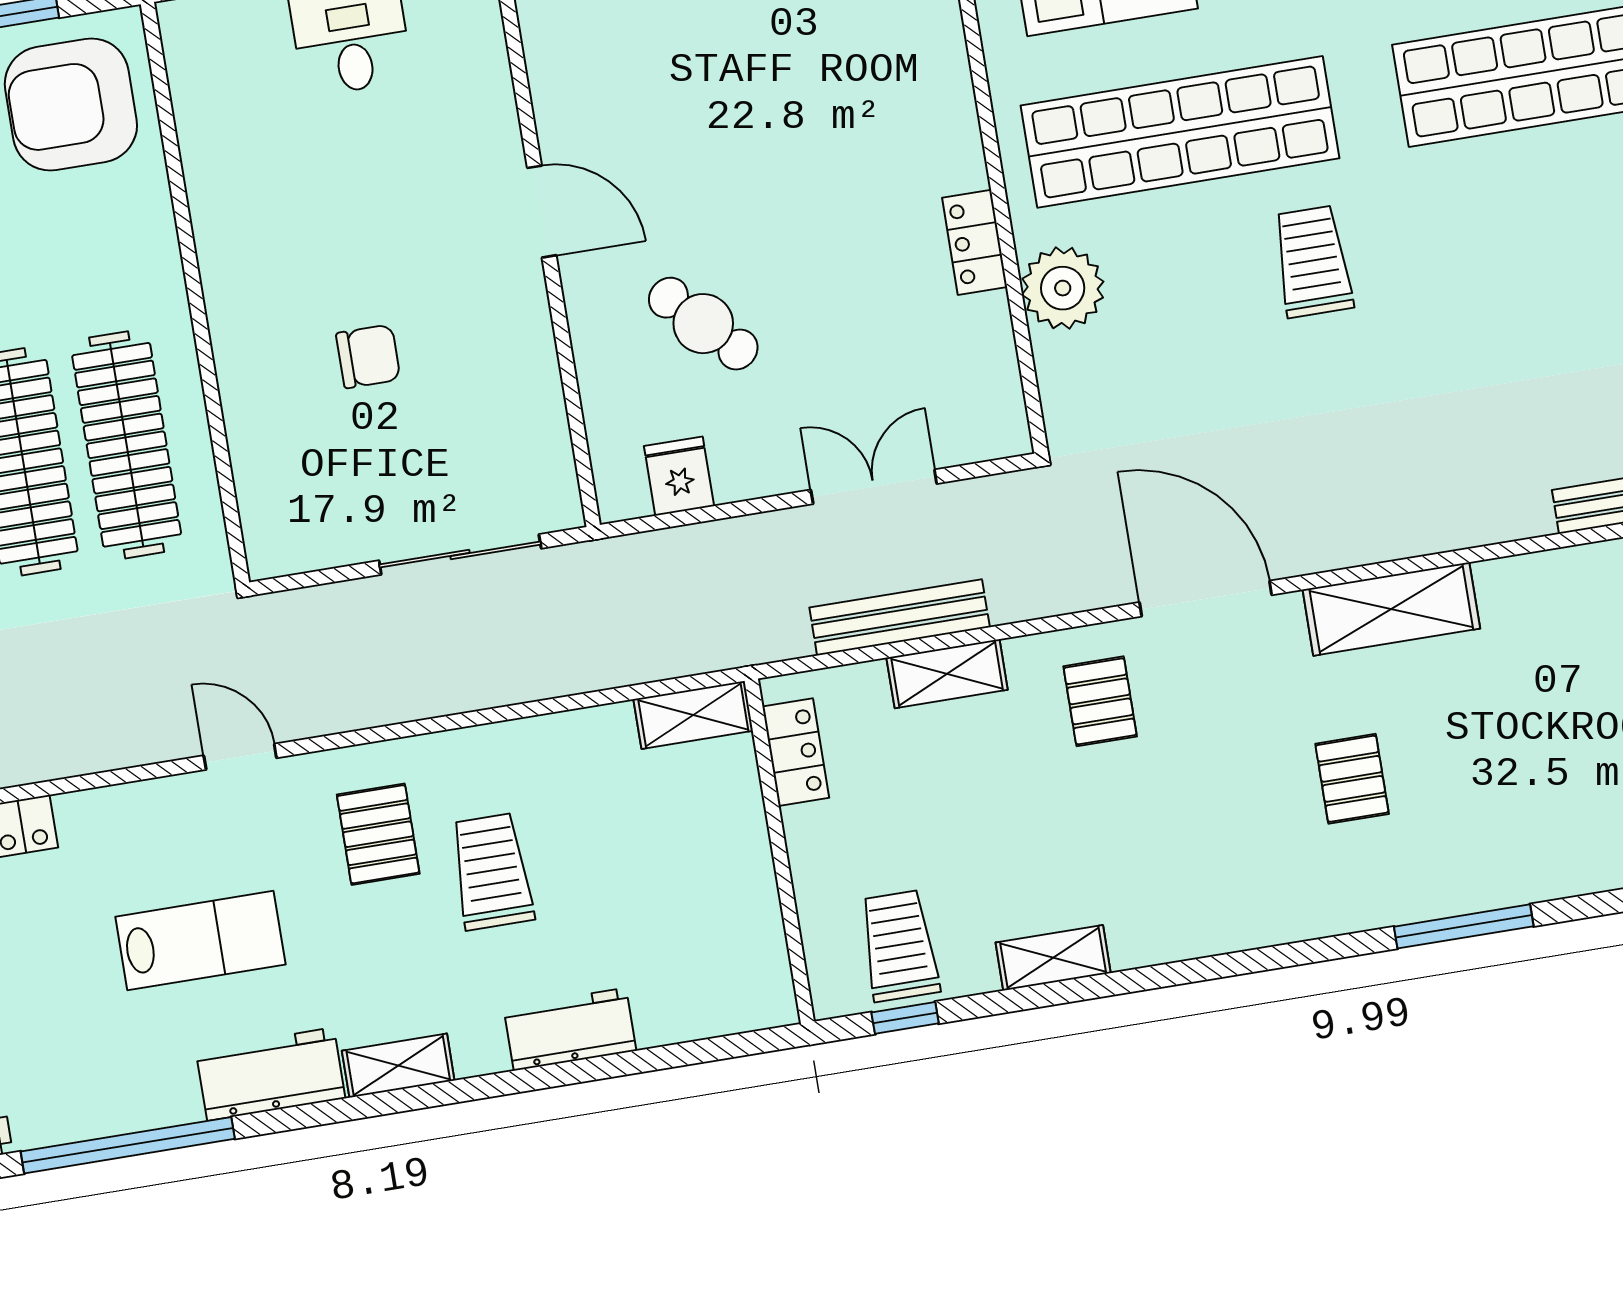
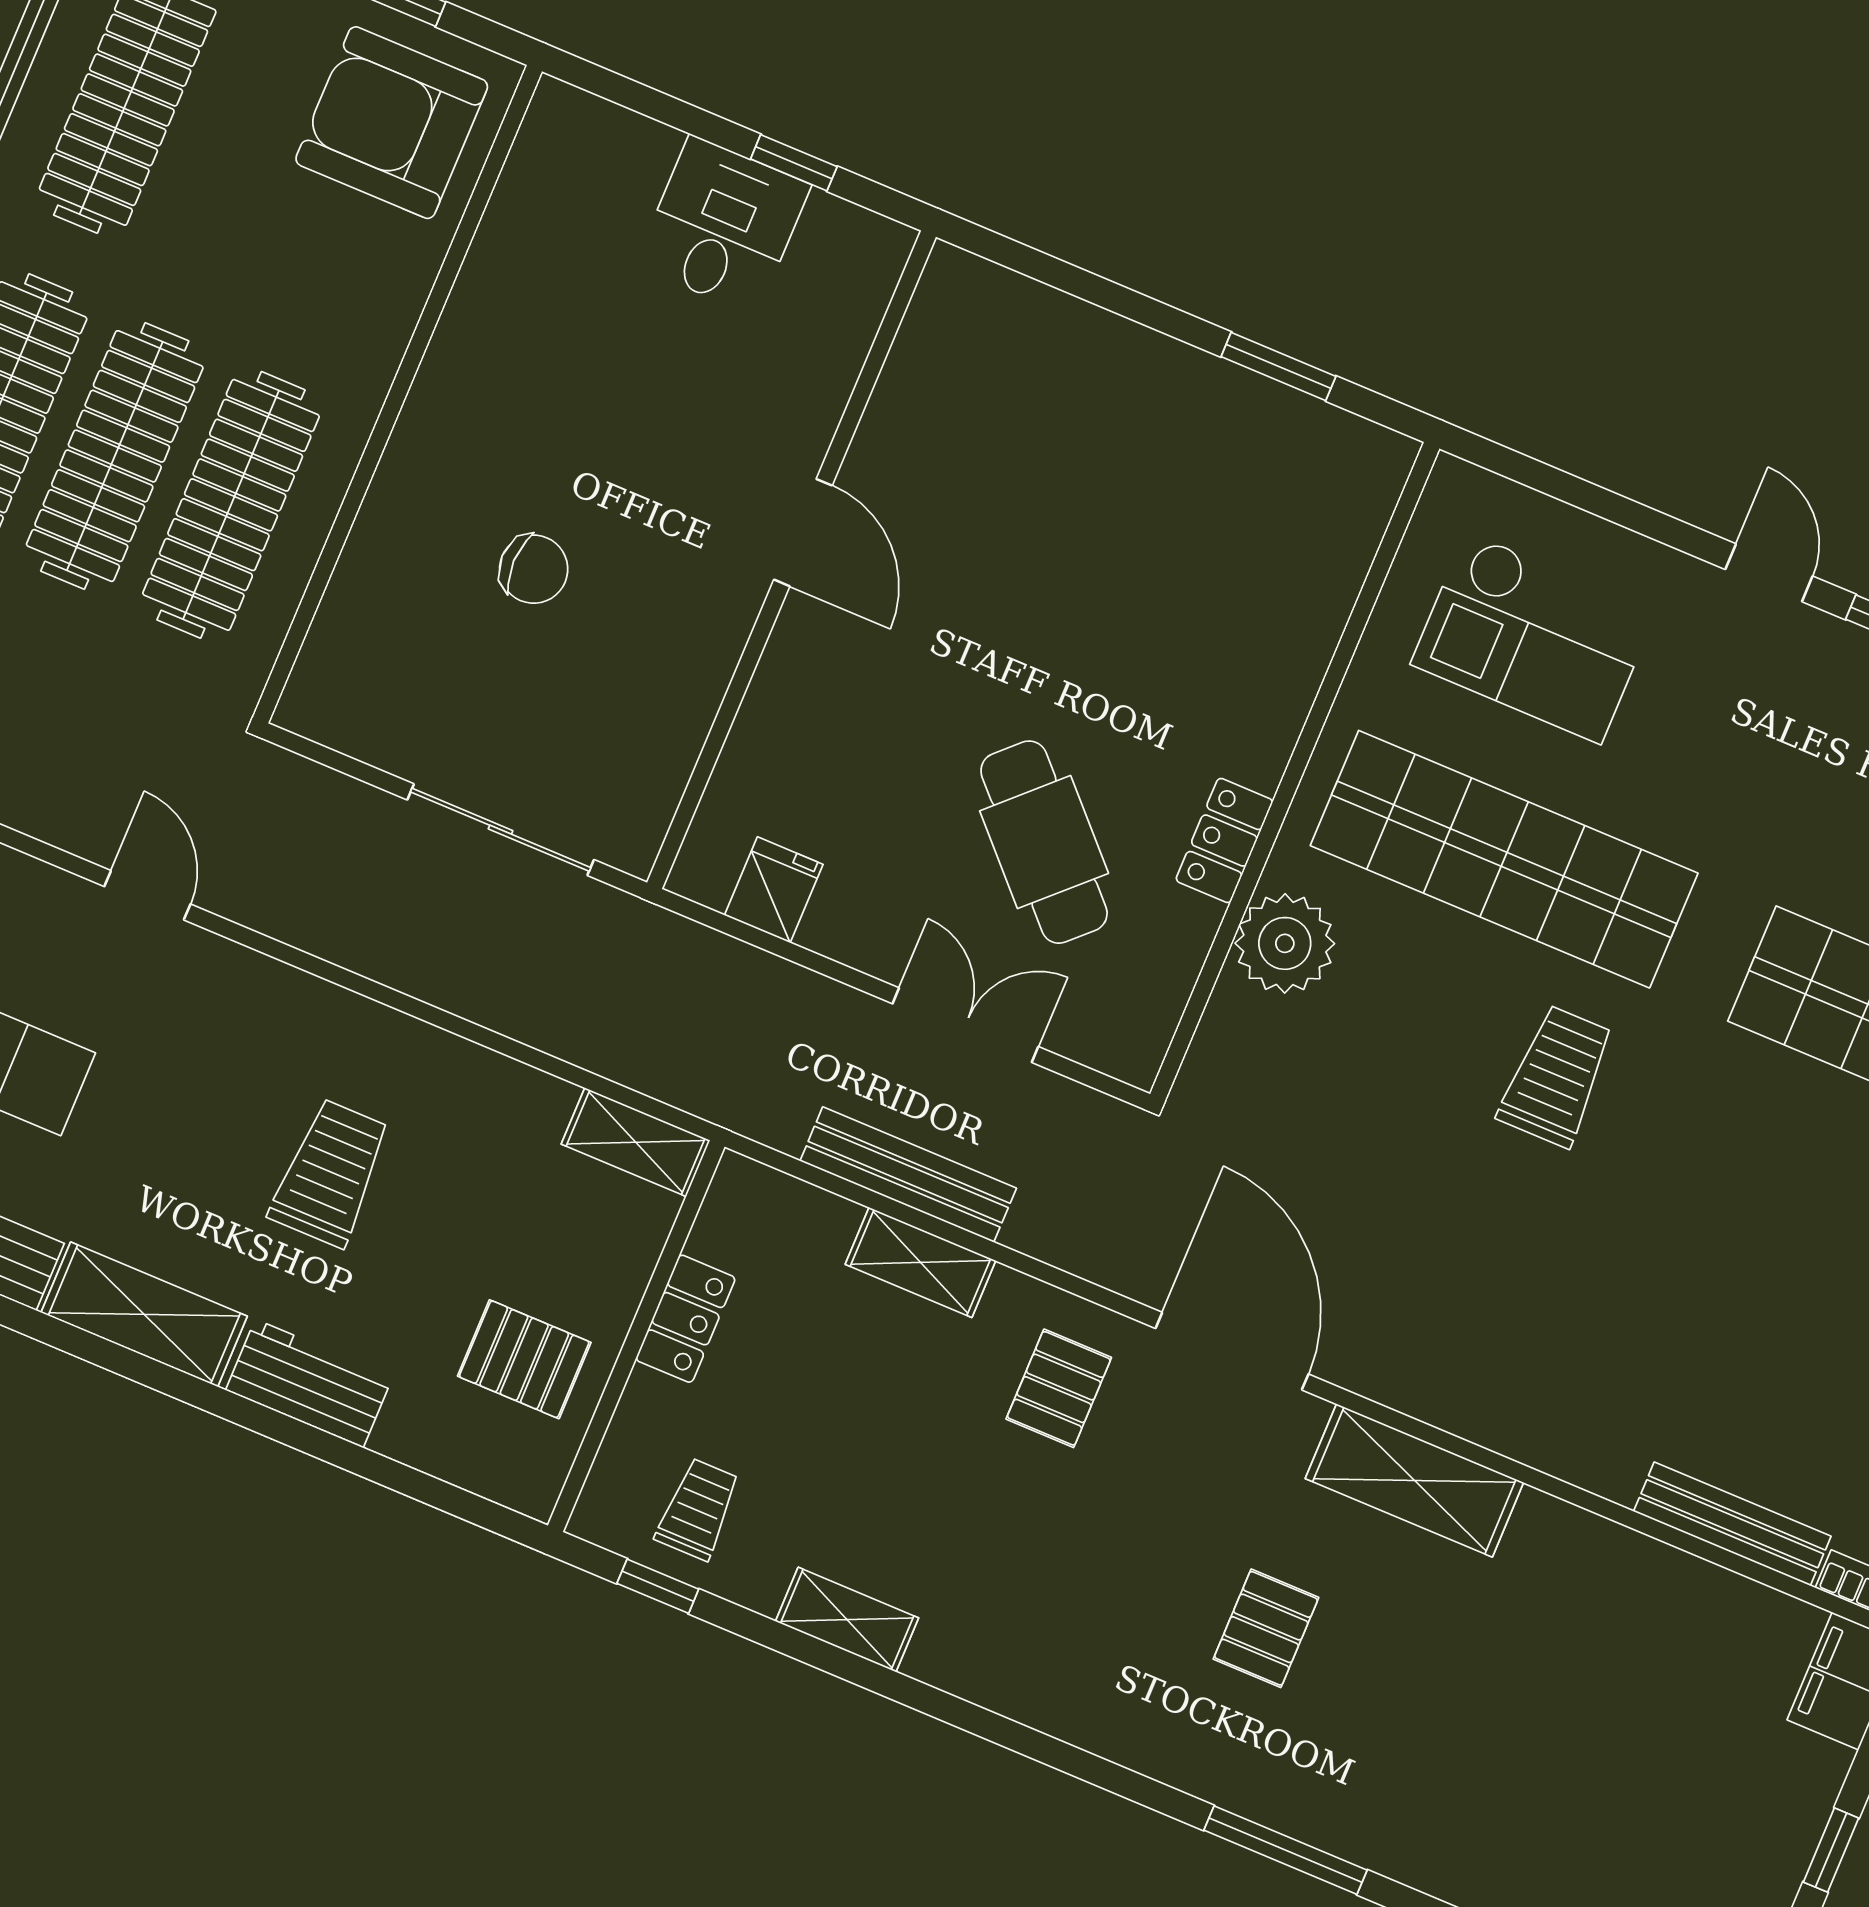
cafe table: (703, 324) -> (1044, 842), moved, width x1.37, depth x1.35
locker: (796, 752) -> (686, 1319), moved
pallet: (378, 834) -> (524, 1359), moved, turned 90
trolley: (899, 946) -> (698, 1509), width x0.73, depth x0.72
shelving: (398, 1066) -> (144, 1314), width x1.50, depth x1.33

